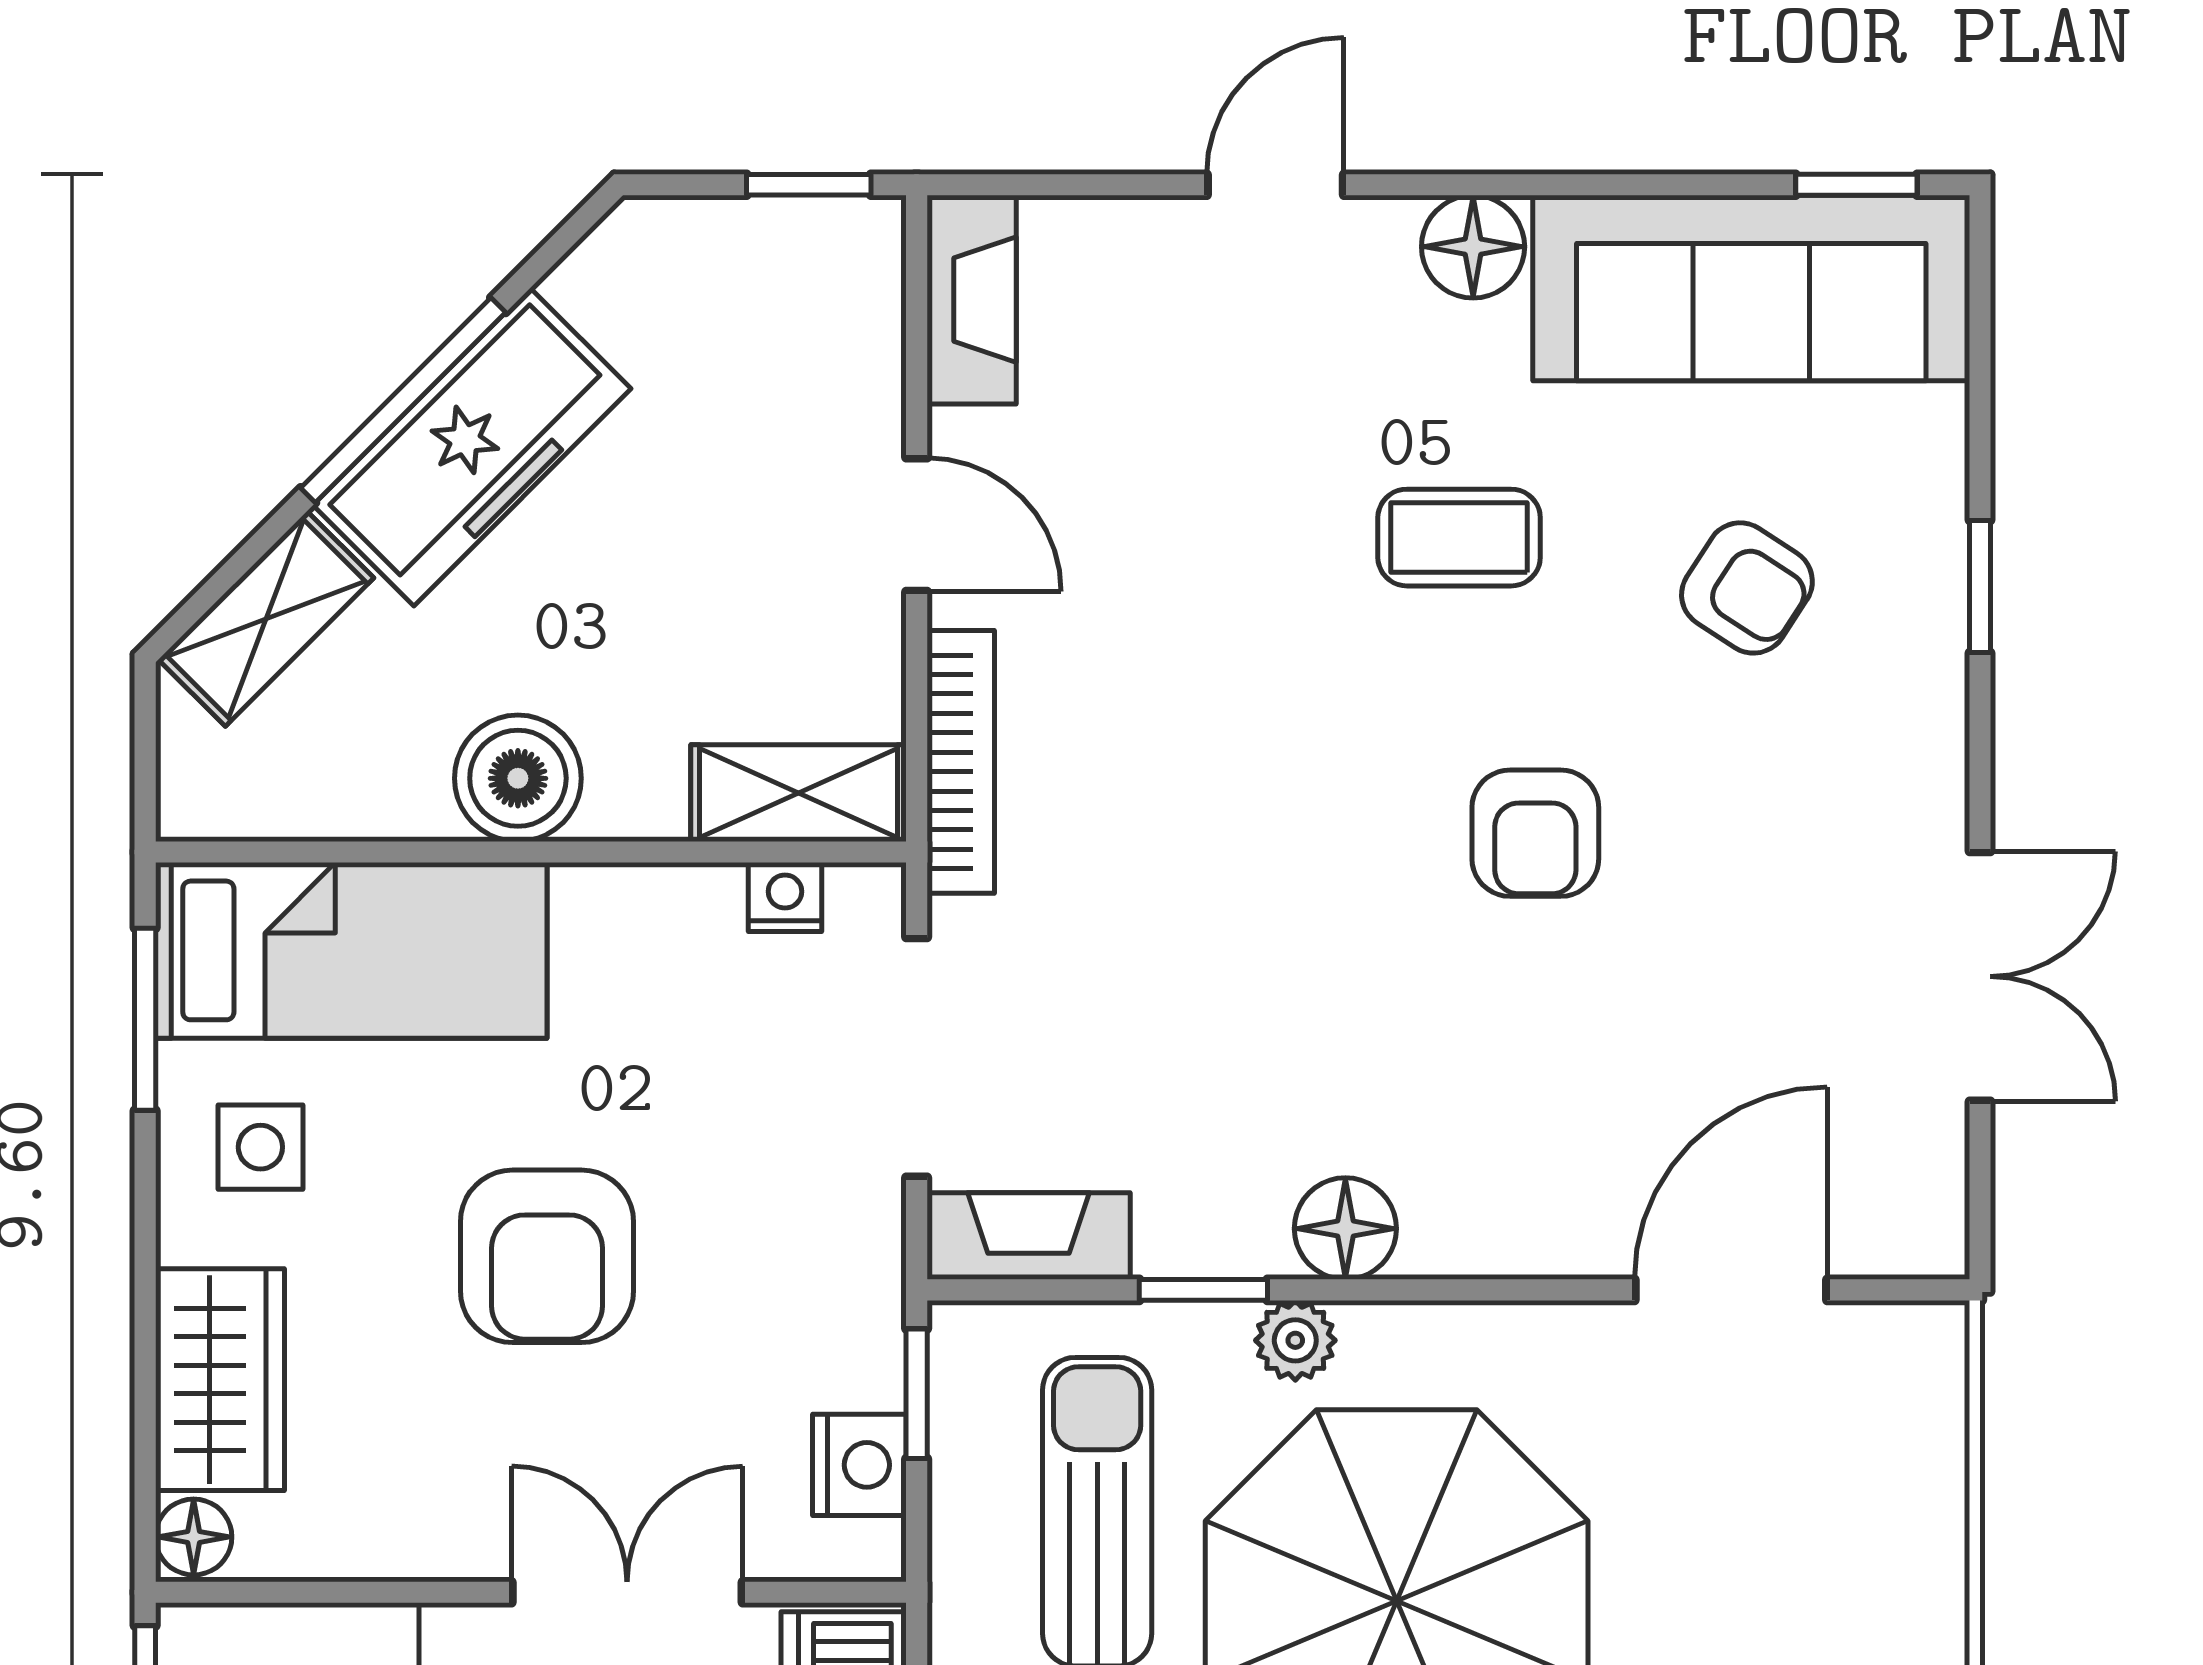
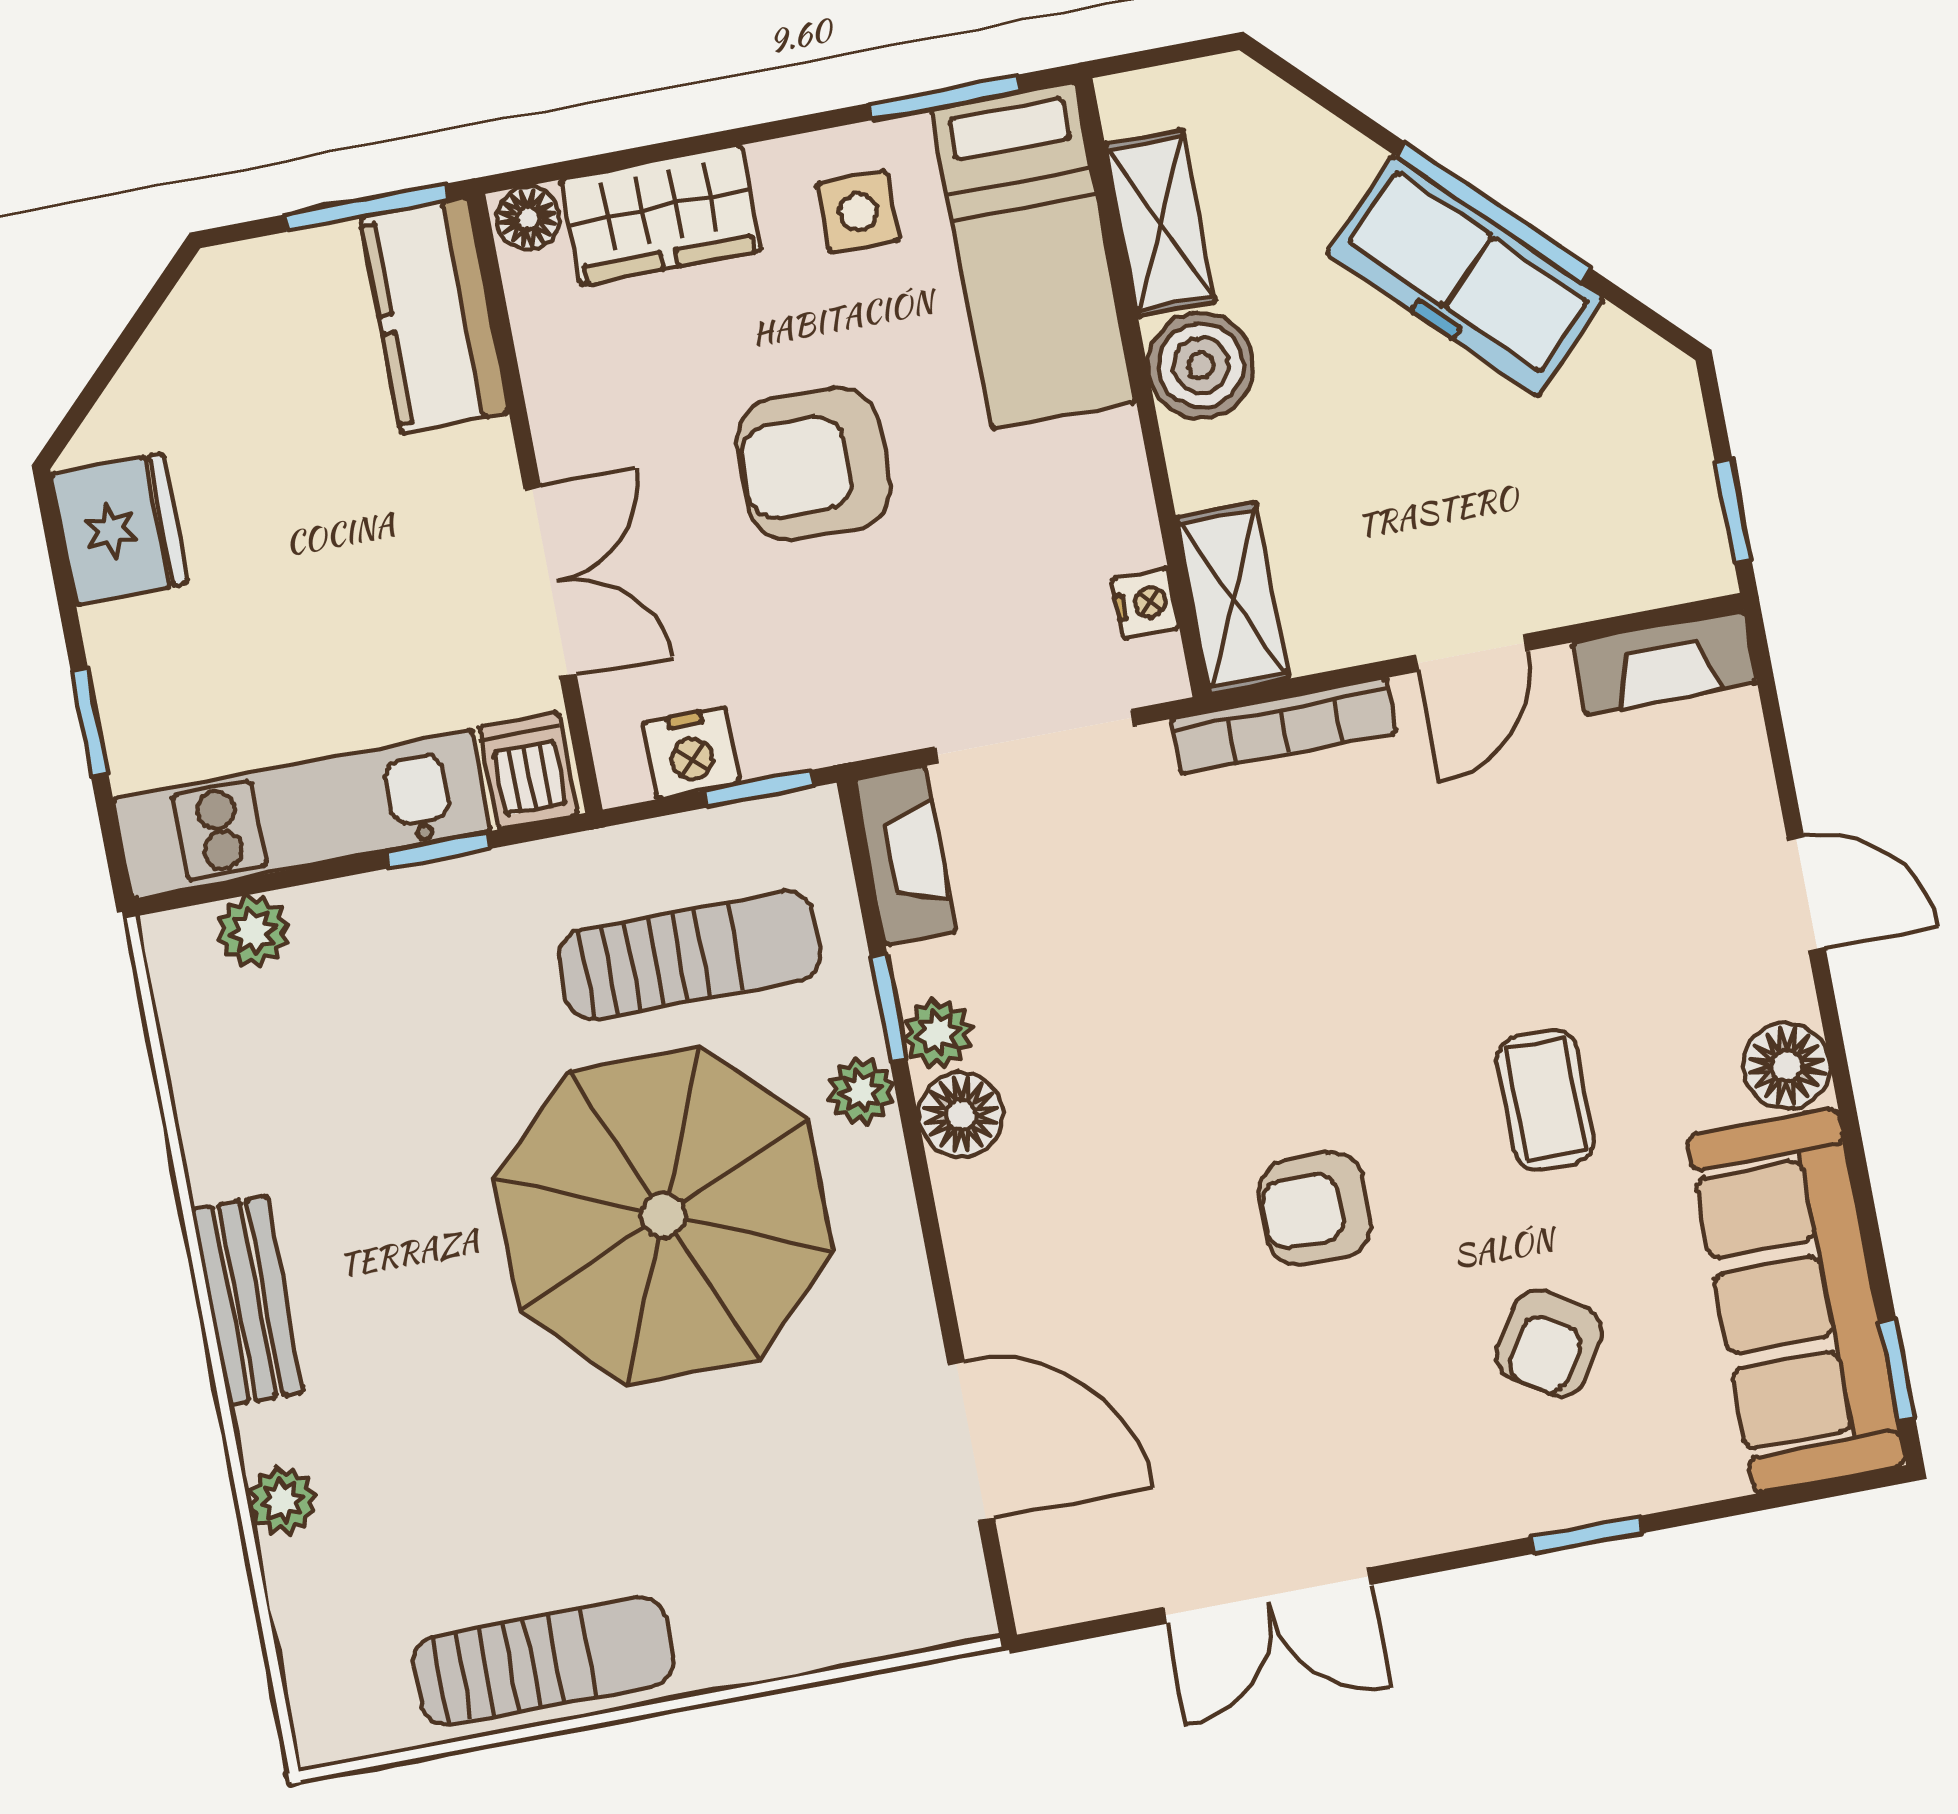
shelving: (266, 619) -> (1160, 223), moved, turned 45
plant: (1244, 1238) -> (938, 1033), added

